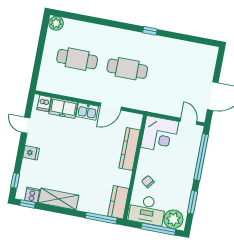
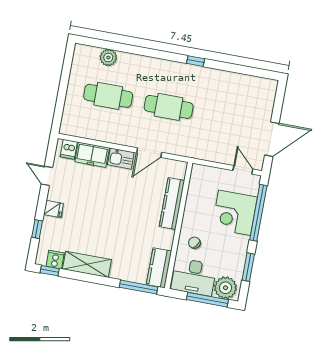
plant: (56, 23) -> (108, 58), moved
corner desk: (160, 134) -> (234, 213), moved, turned 90
window: (15, 181) -> (37, 229), moved

